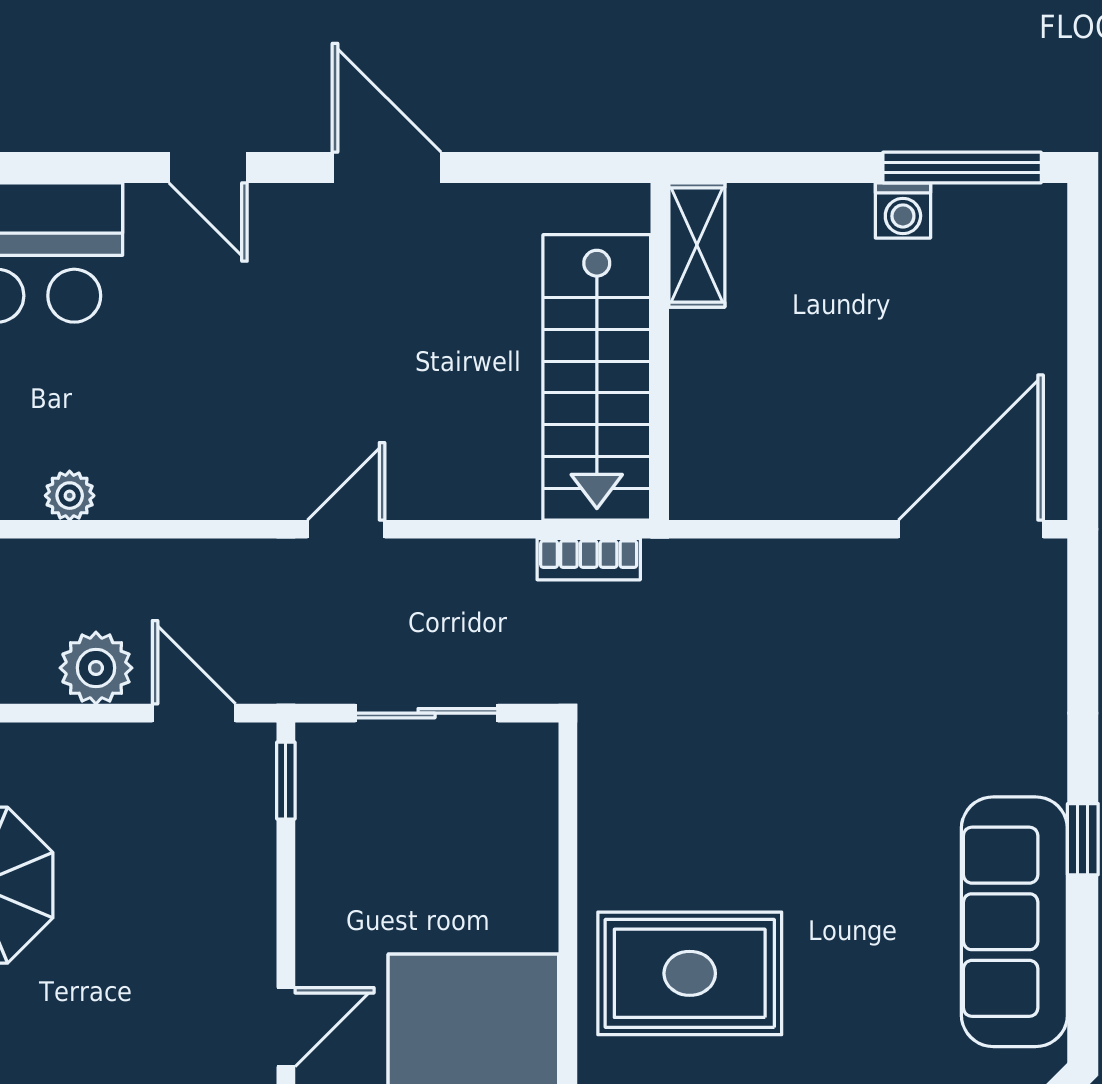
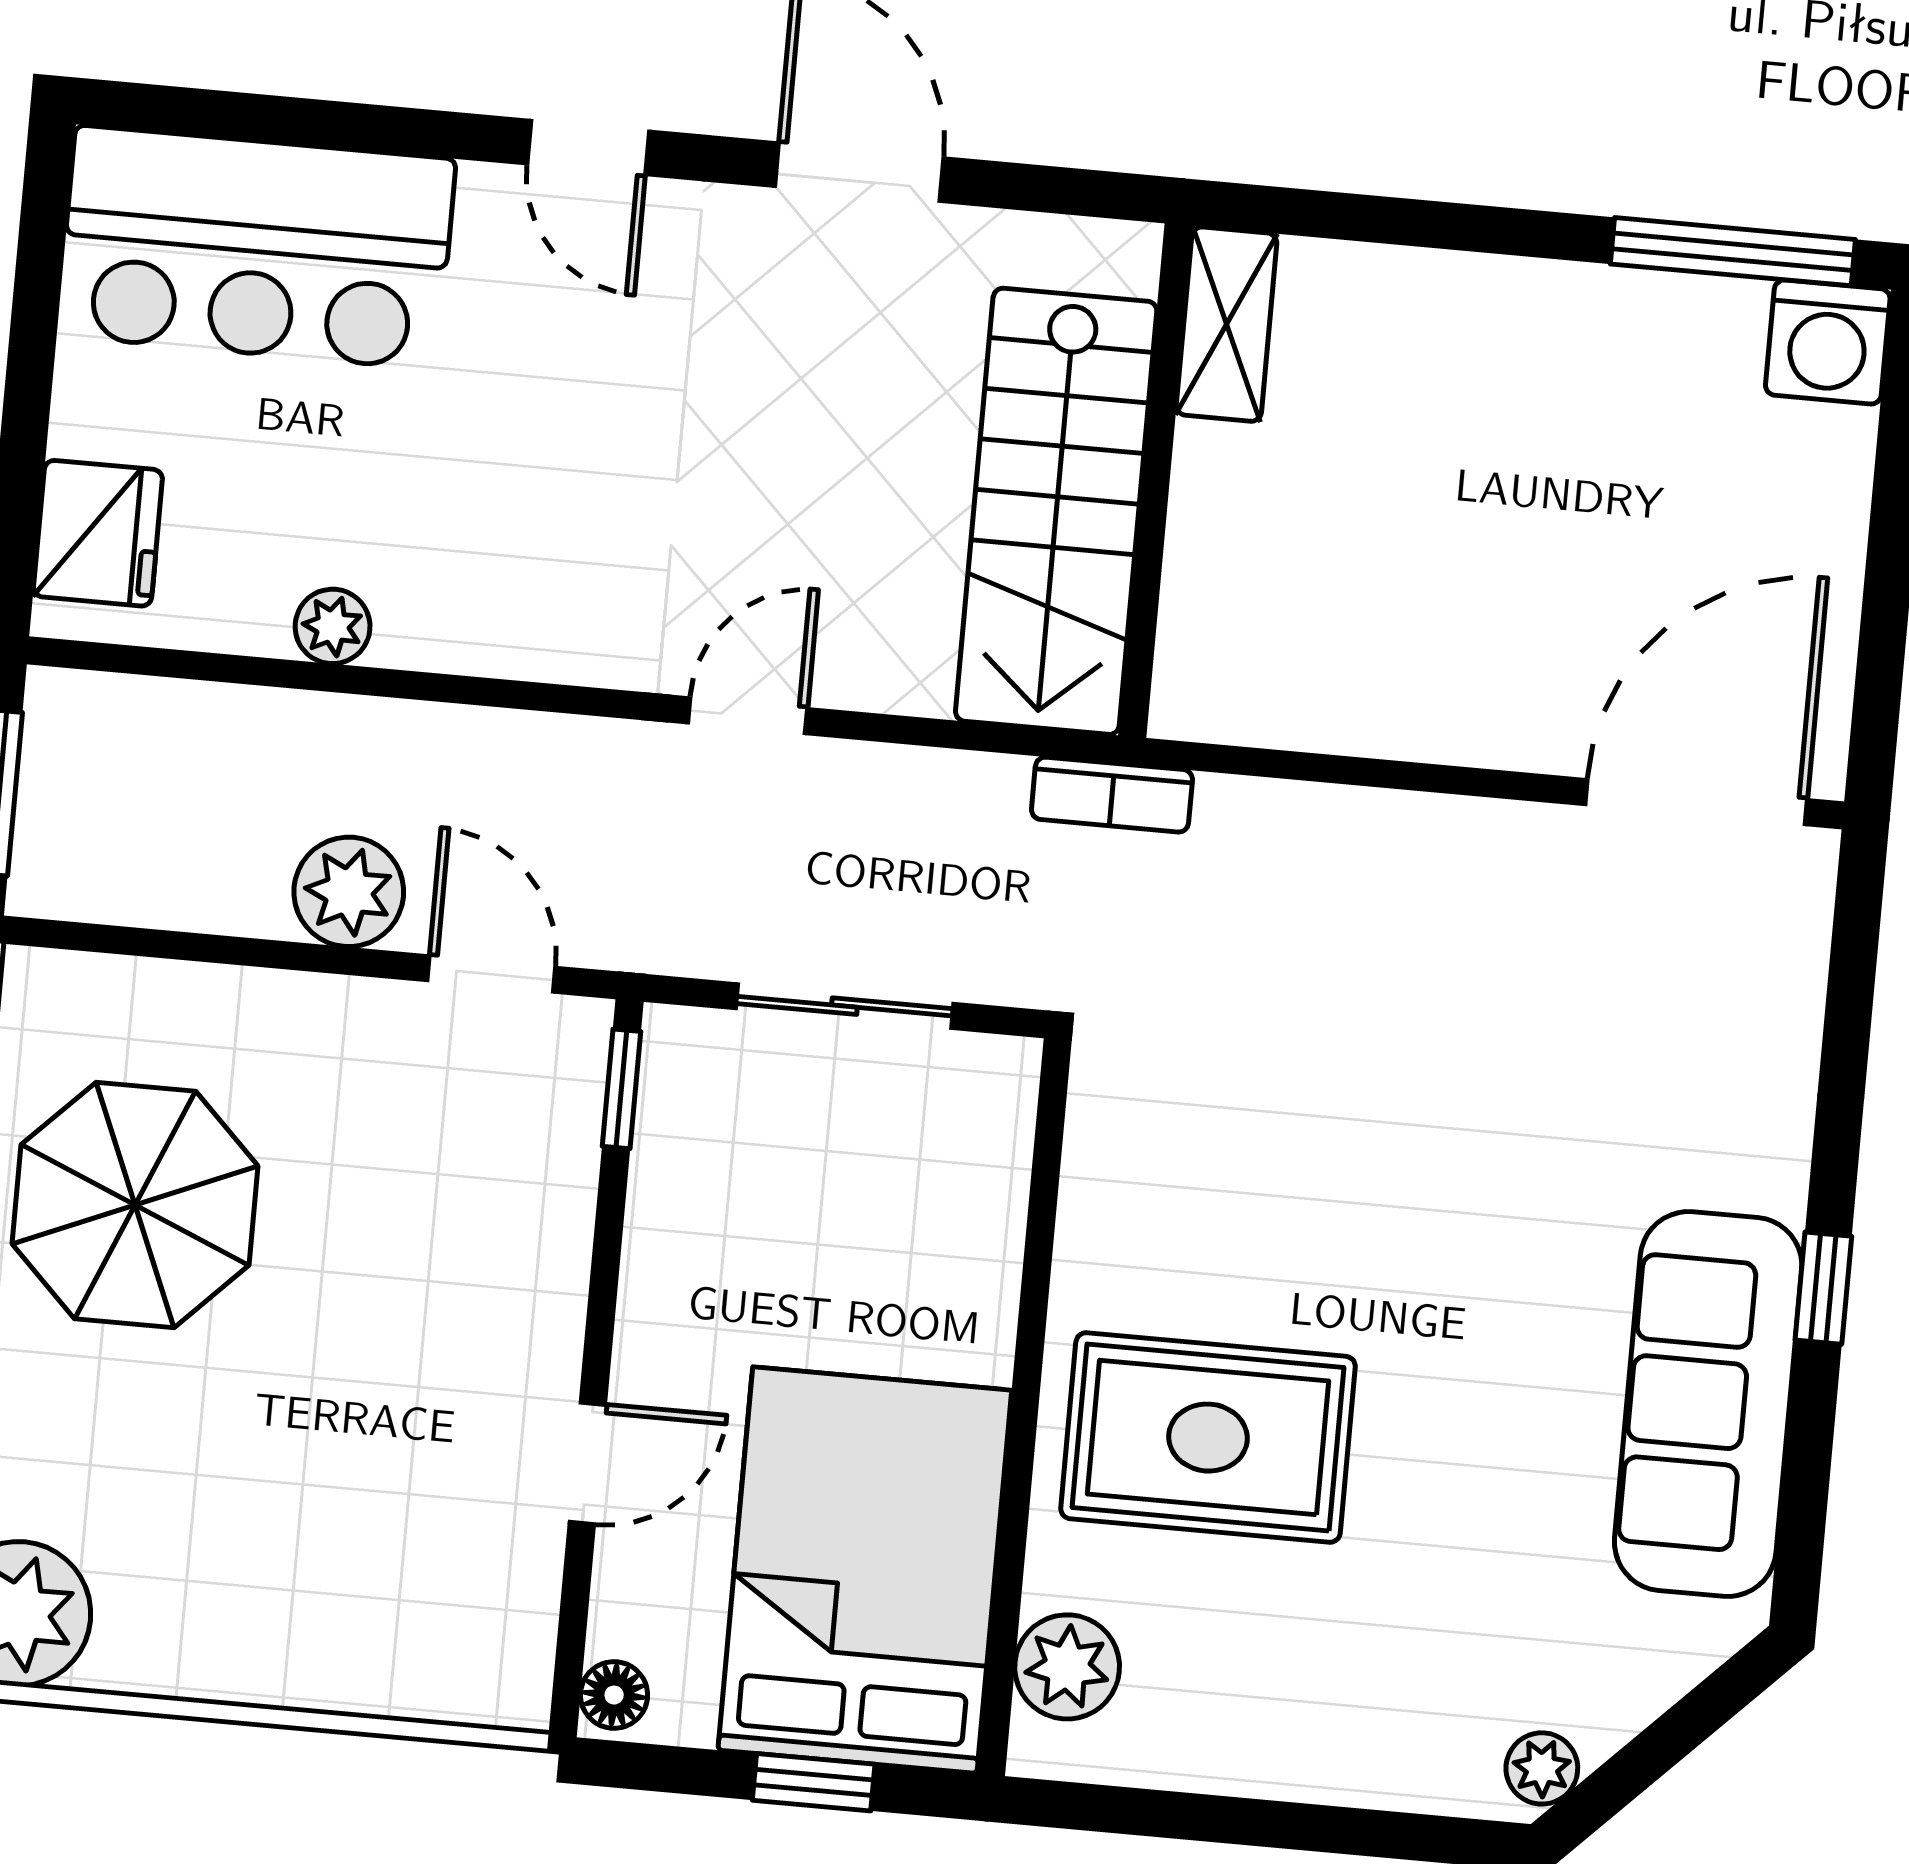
washing machine: (903, 210) -> (1828, 342), moved, width x1.38, depth x1.38
shelving: (697, 245) -> (1227, 324), moved
wall: (660, 351) -> (1155, 481), moved
stairs: (597, 377) -> (1056, 511), moved

